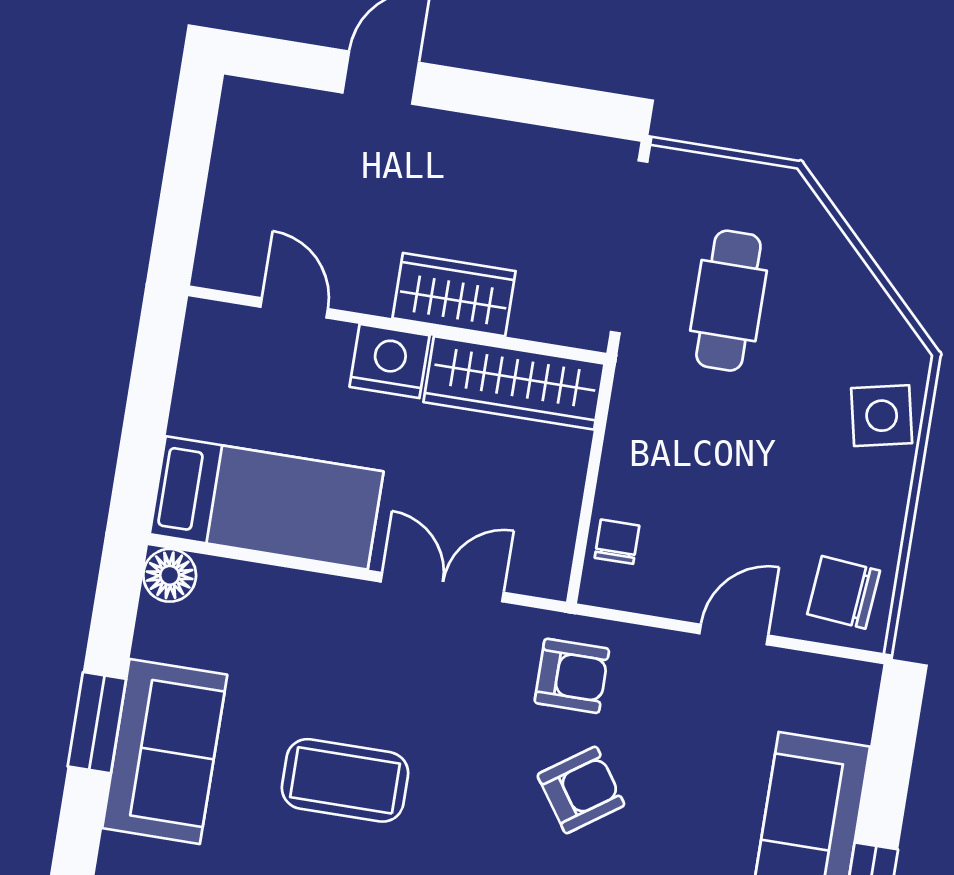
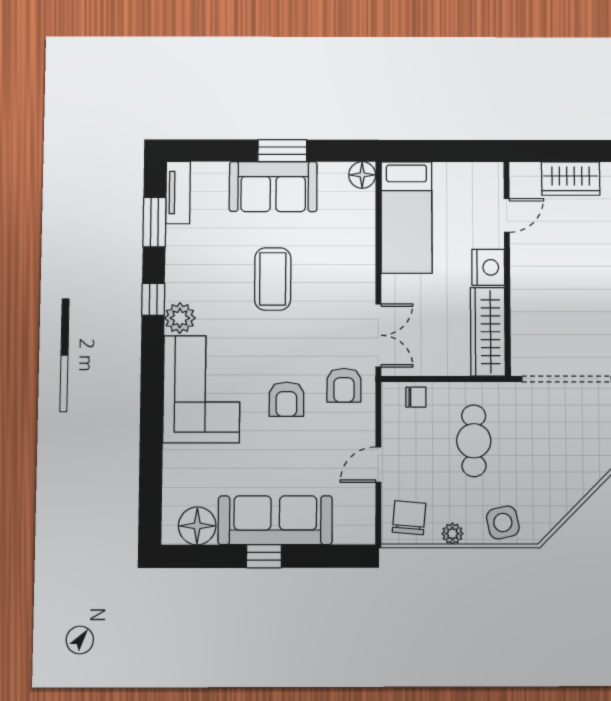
wardrobe: (454, 295) -> (571, 179), moved, turned 90
cafe table: (728, 301) -> (474, 441), moved, turned 90
plant: (887, 515) -> (452, 534), added
double door: (442, 587) -> (378, 335), moved
door: (734, 634) -> (378, 465), swing flipped
armchair: (581, 790) -> (286, 399), turned 35

